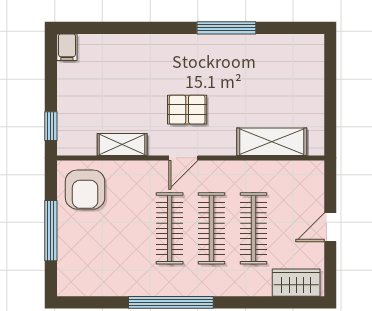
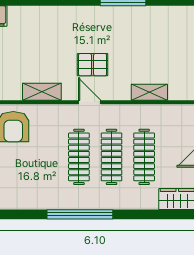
shelving: (272, 142) -> (149, 92), width x0.67, depth x0.75
door: (183, 158) -> (90, 102), swing flipped

